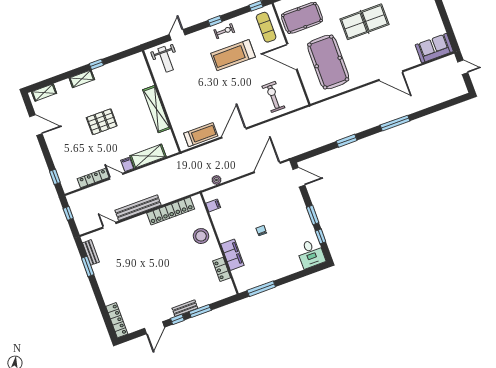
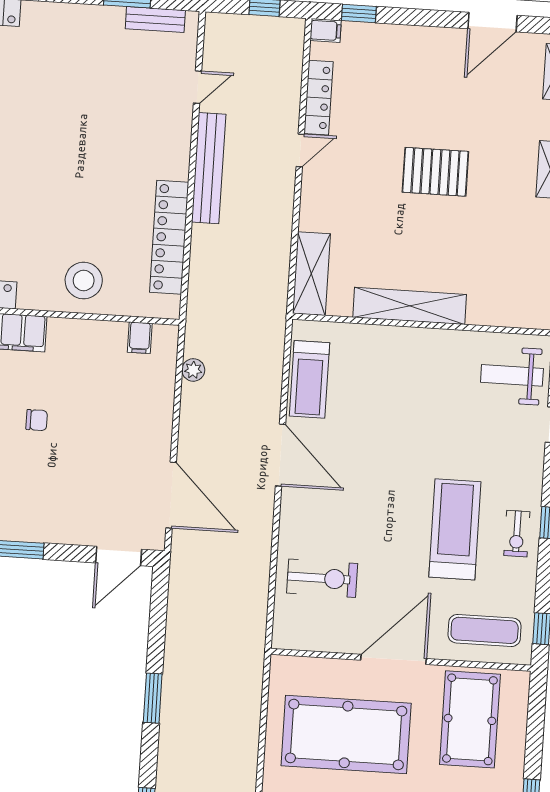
pallet: (102, 122) -> (435, 172), turned 90
shelving: (148, 156) -> (311, 274), moved
filing cabinet: (127, 164) -> (326, 31), moved

